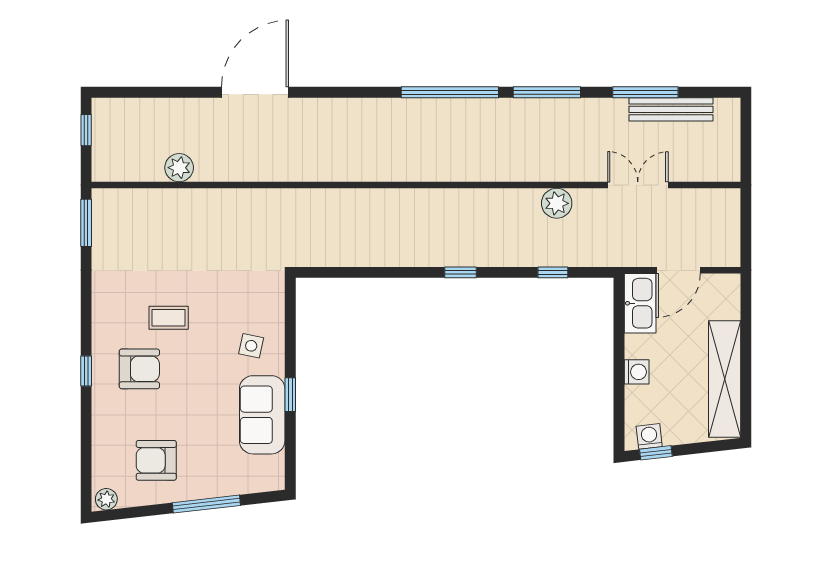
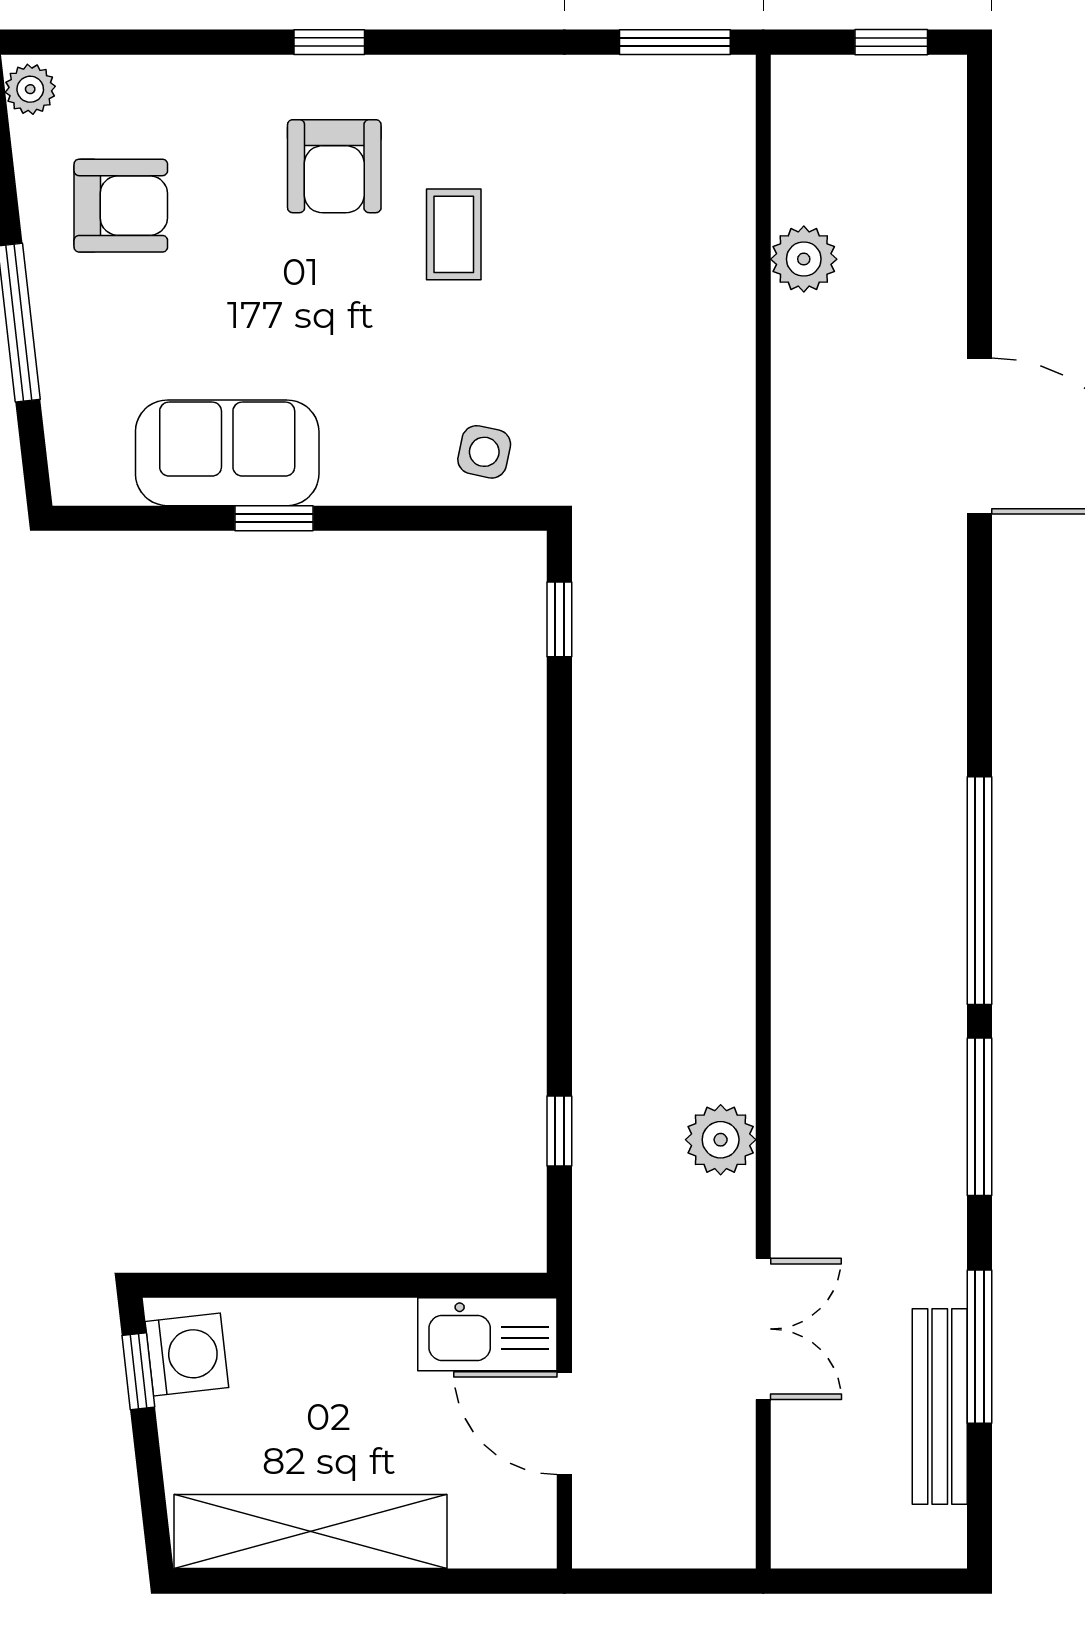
window: (461, 272) -> (559, 619), moved
side table: (251, 346) -> (484, 452), moved
washing machine: (637, 372) -> (327, 1326), removed
washing machine: (649, 436) -> (187, 1355), width x1.38, depth x1.38
armchair: (156, 460) -> (121, 206), turned 90

